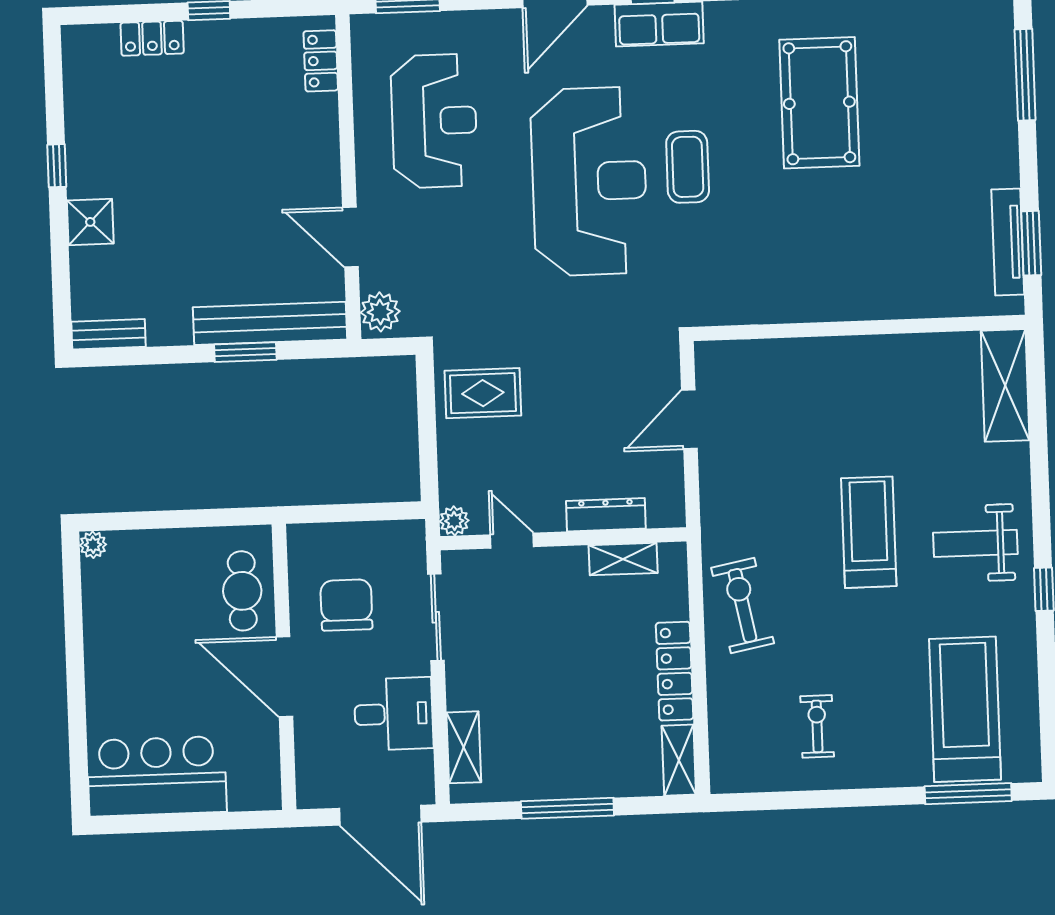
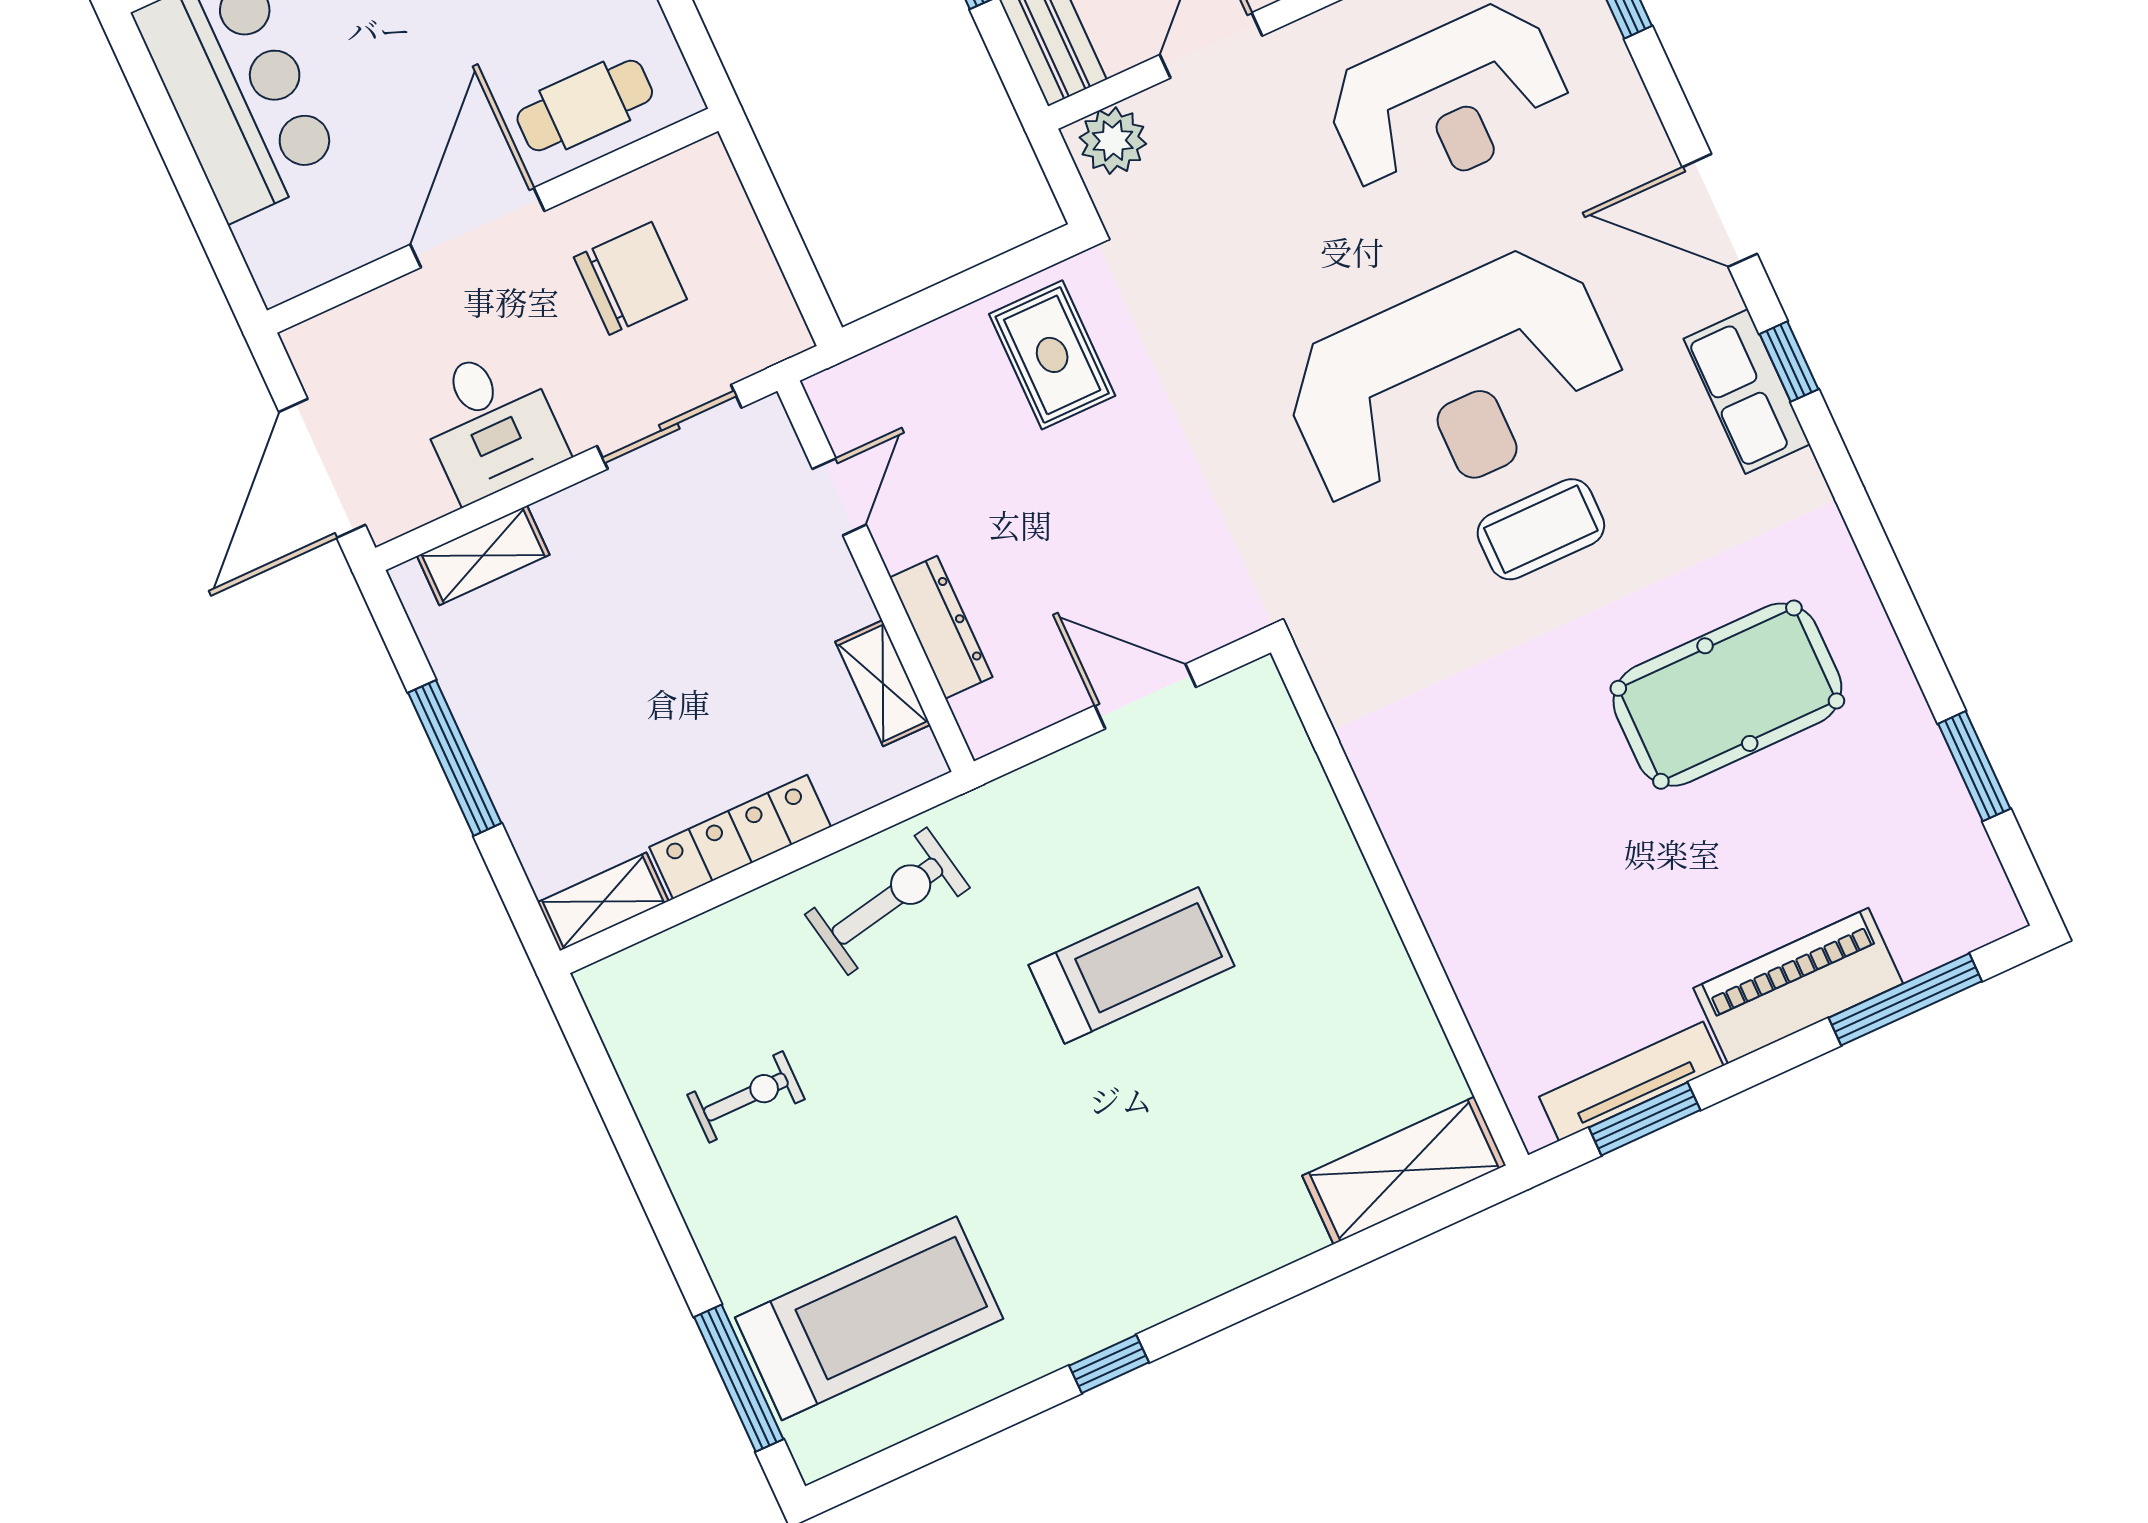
piano: (993, 130) -> (1798, 986), added
plant: (454, 521) -> (833, 393), removed
treadmill: (869, 532) -> (1132, 965), moved
weight bench: (975, 543) -> (1137, 1226), removed

